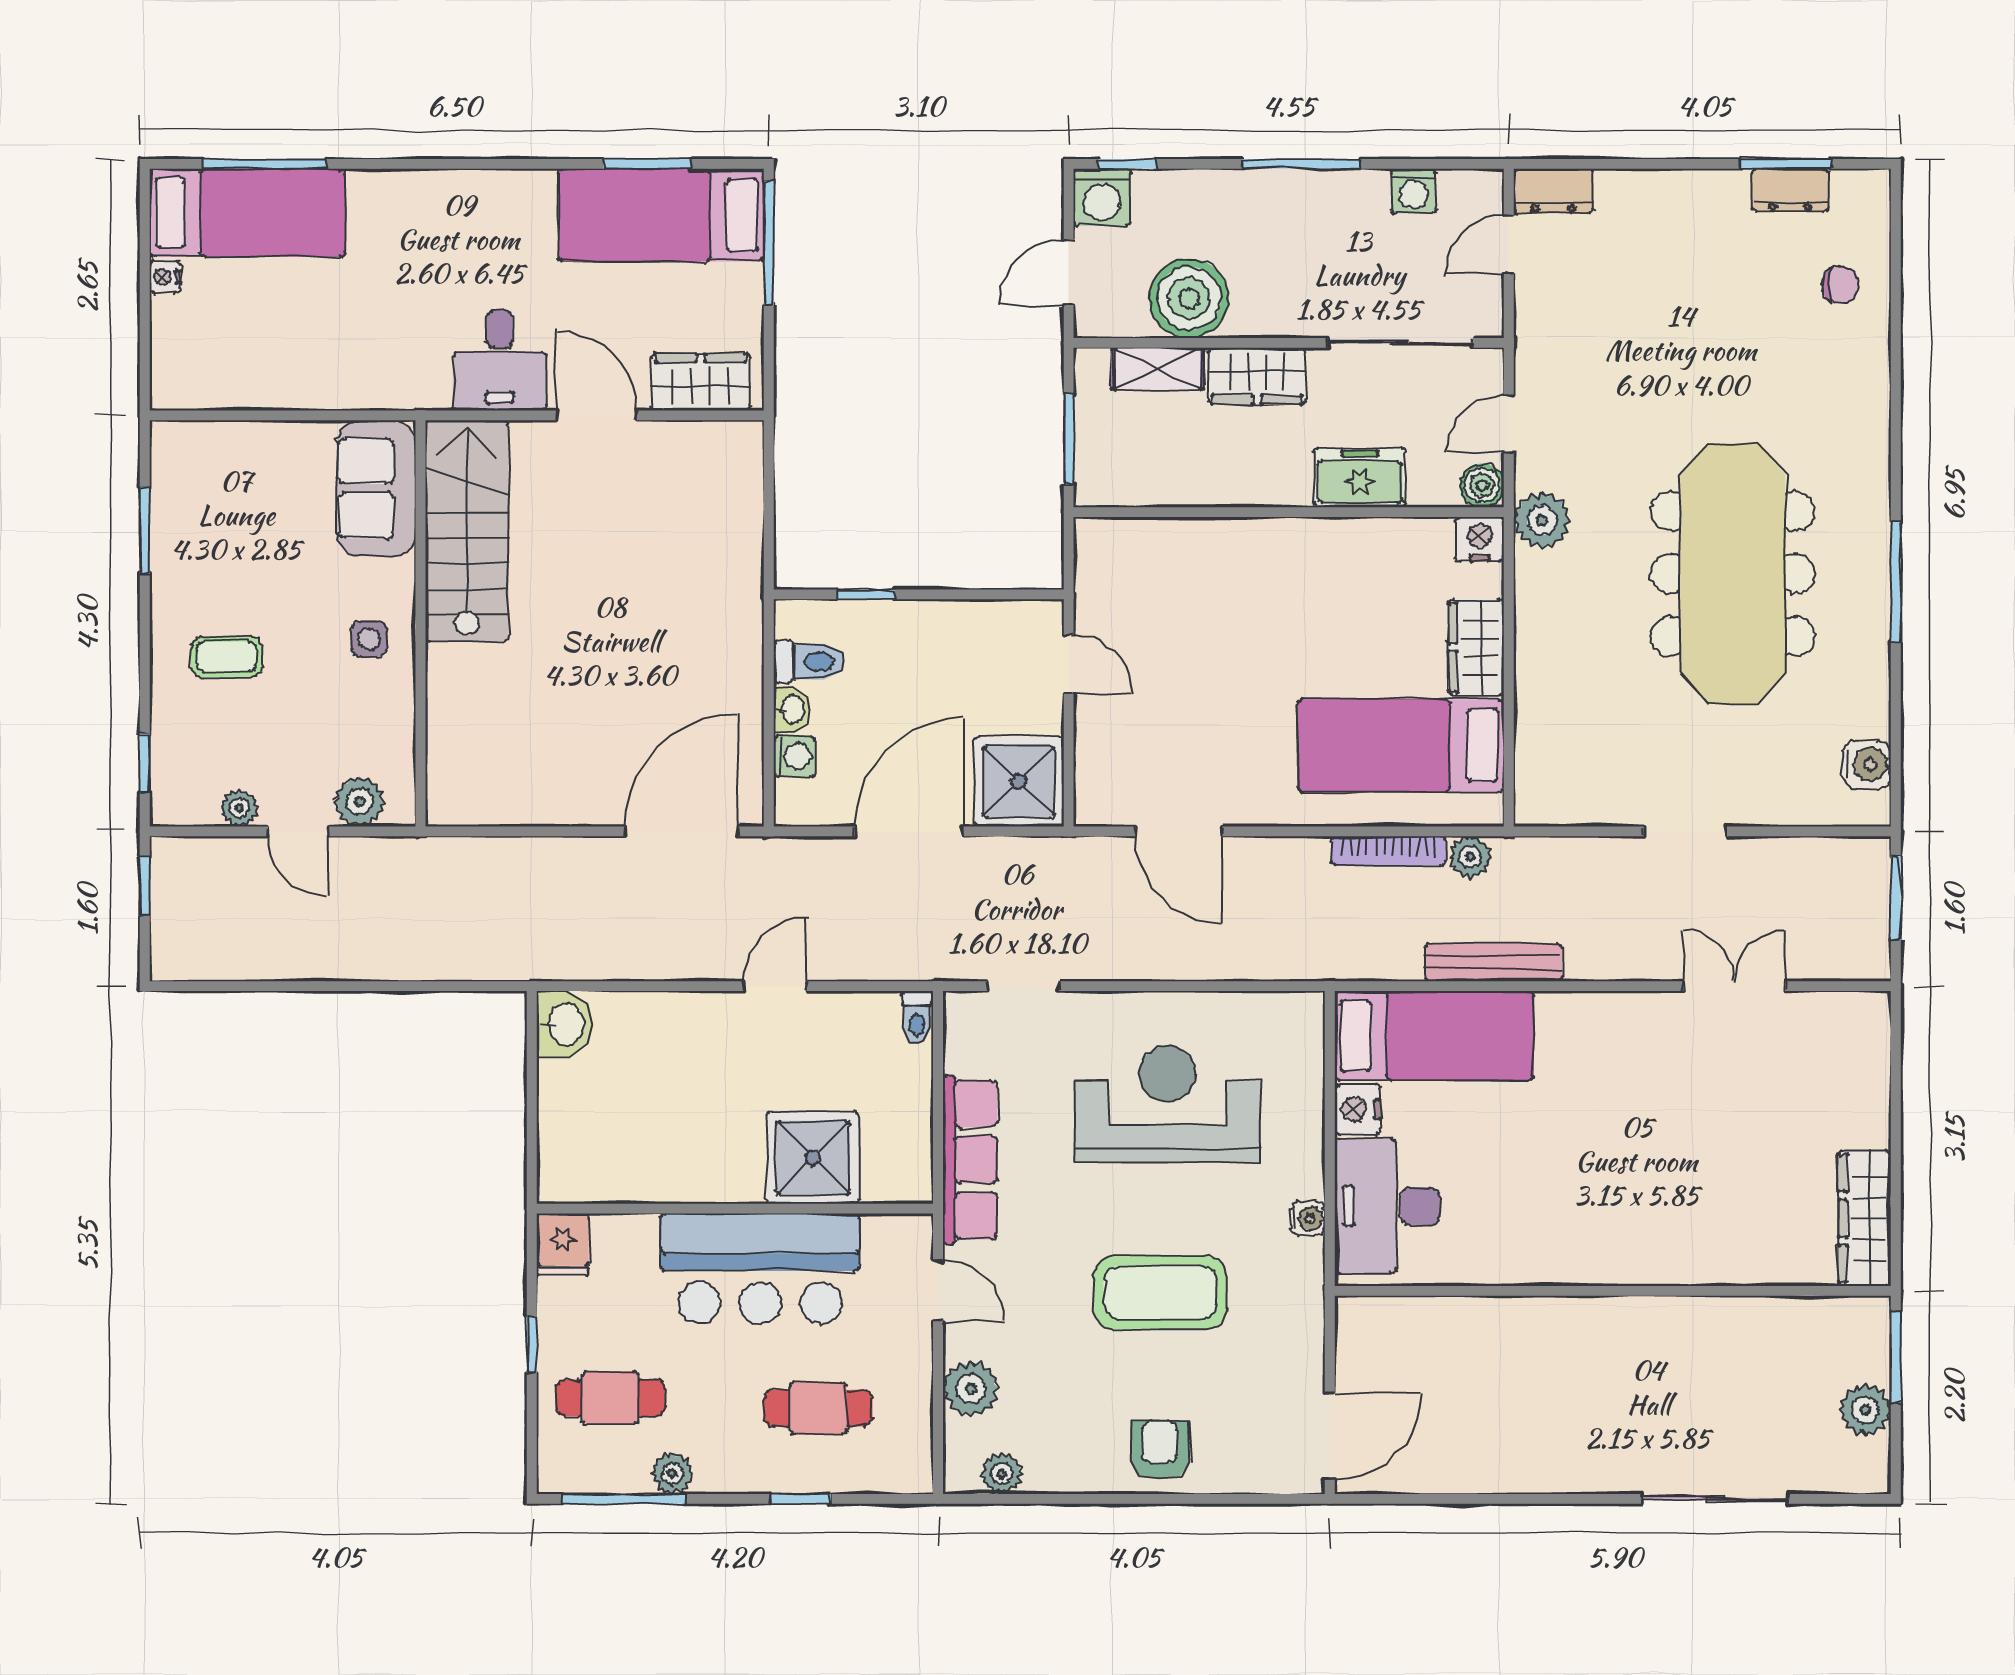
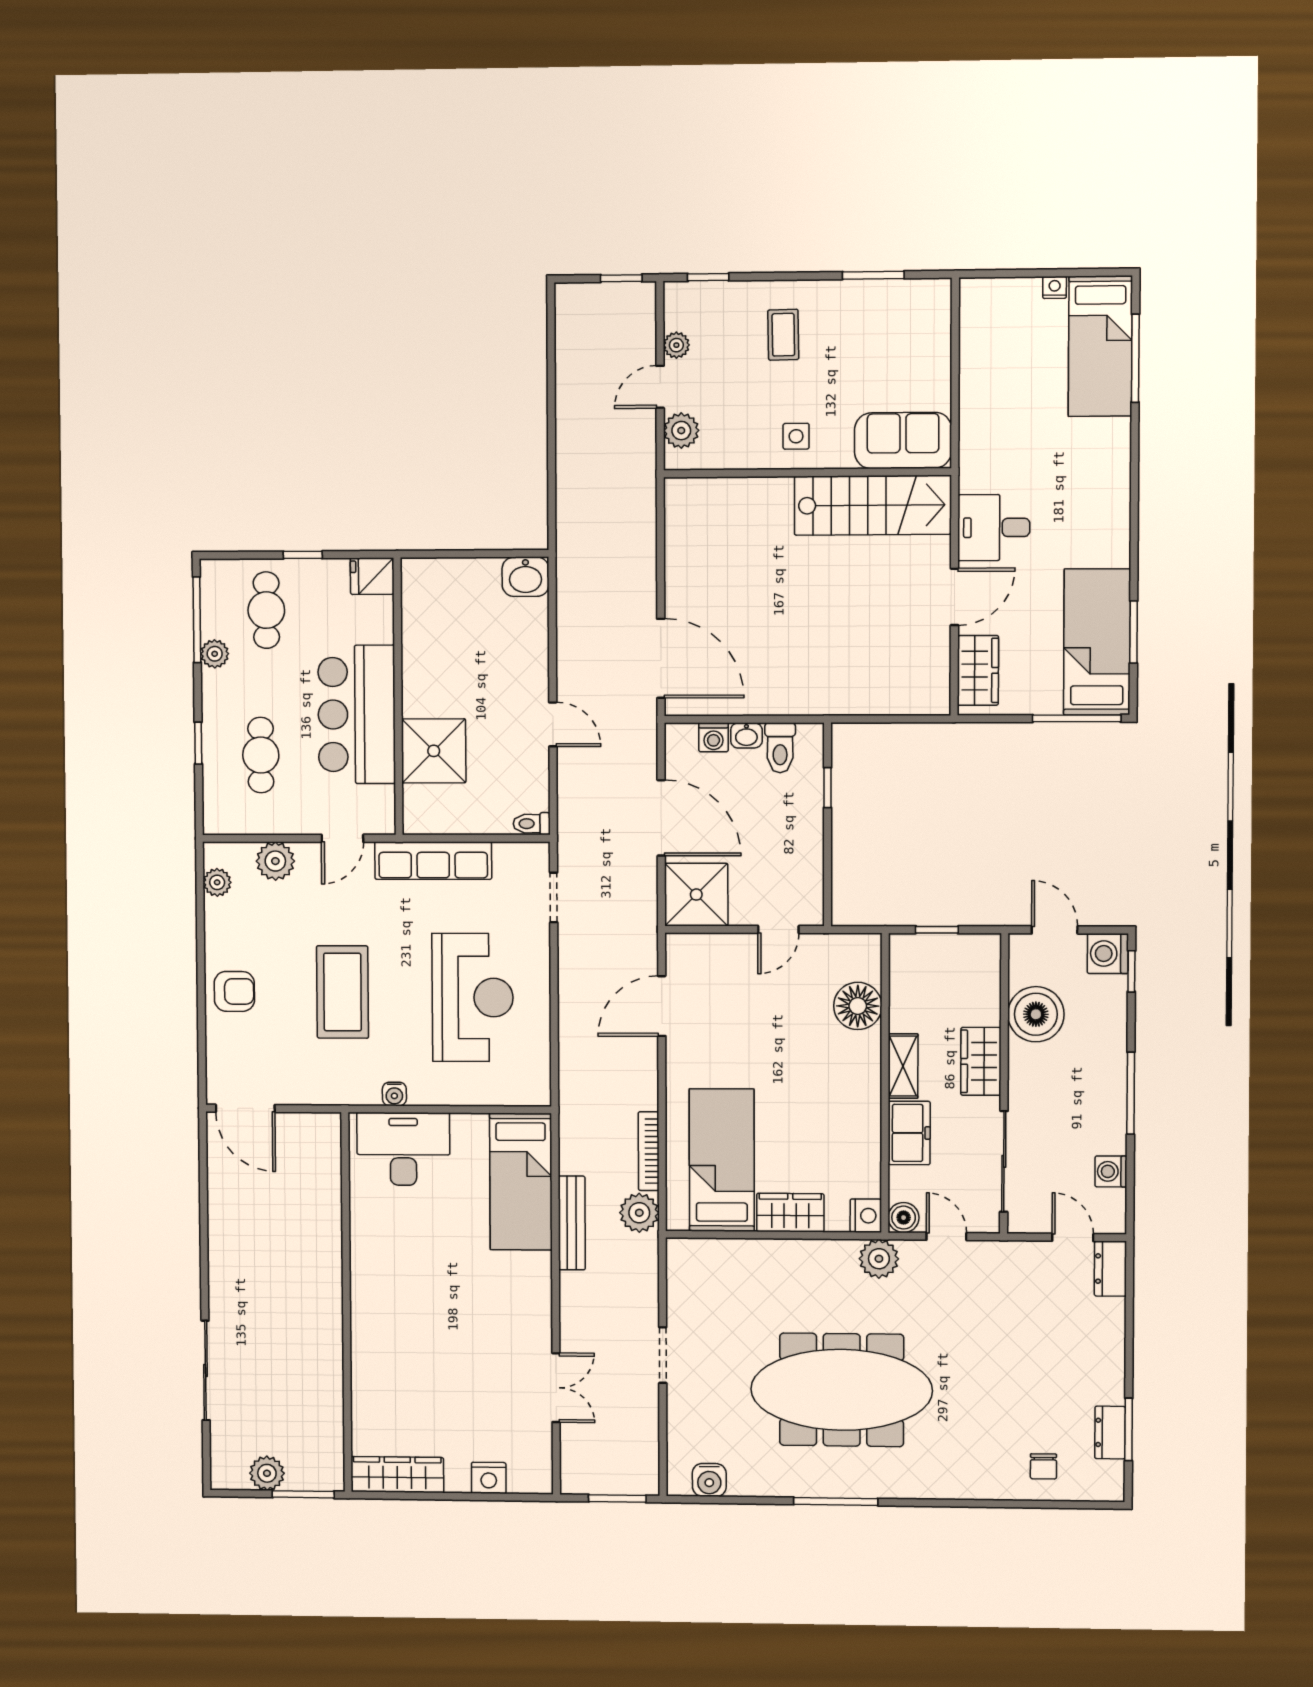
shelving: (1158, 369) -> (903, 1066), moved
window: (1069, 439) -> (937, 930), width x0.67
floor lamp: (1178, 551) -> (858, 1006), added
plant: (1470, 857) -> (639, 1213), width x1.38, depth x1.38
nightstand: (1358, 1109) -> (489, 1478), moved, turned 180

